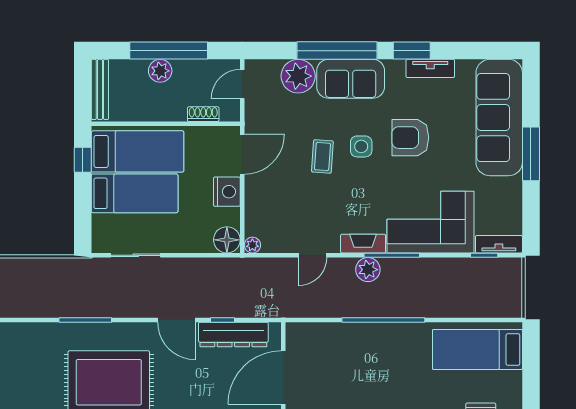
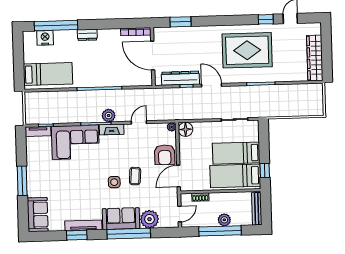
window: (412, 51) -> (77, 235), moved
tv unit: (430, 68) -> (83, 225), width x1.41
sofa: (499, 118) -> (38, 215), width x0.54, depth x0.79
armchair: (410, 138) -> (165, 155), moved, turned 90
nightstand: (227, 192) -> (186, 155), removed
door: (283, 378) -> (153, 56), swing flipped

